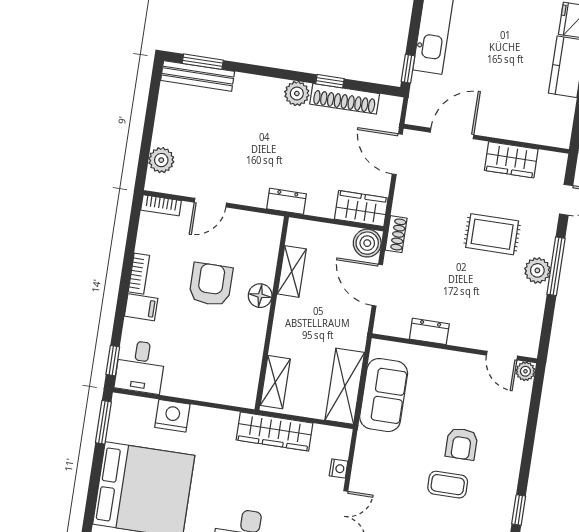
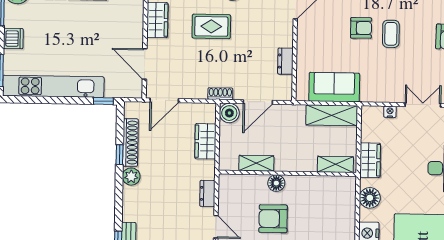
dresser: (287, 201) -> (207, 193), moved
wardrobe: (361, 209) -> (205, 141), moved
rug: (492, 234) -> (211, 26), turned 90
floor lamp: (222, 424) -> (370, 198), added
wardrobe: (274, 431) -> (370, 160), width x0.67

